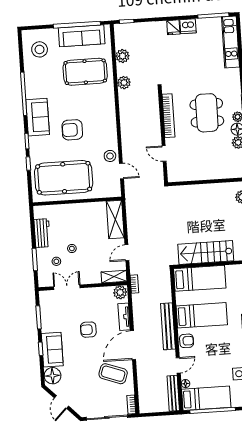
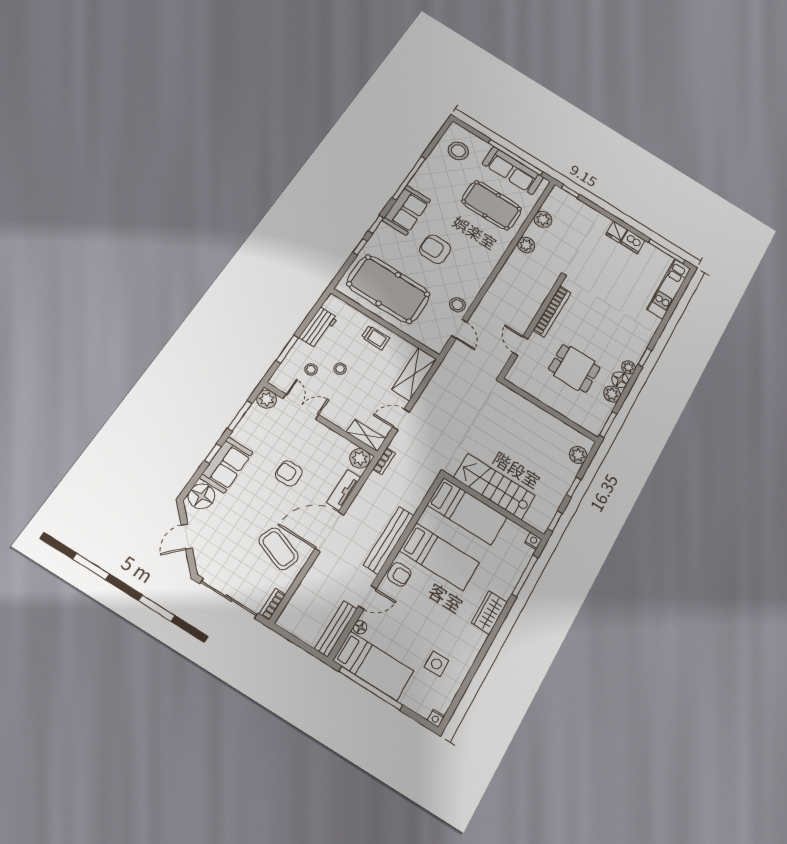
dining table: (207, 113) -> (574, 368), moved, width x0.73
trolley: (78, 214) -> (375, 338), added
plant: (46, 297) -> (267, 399), added

